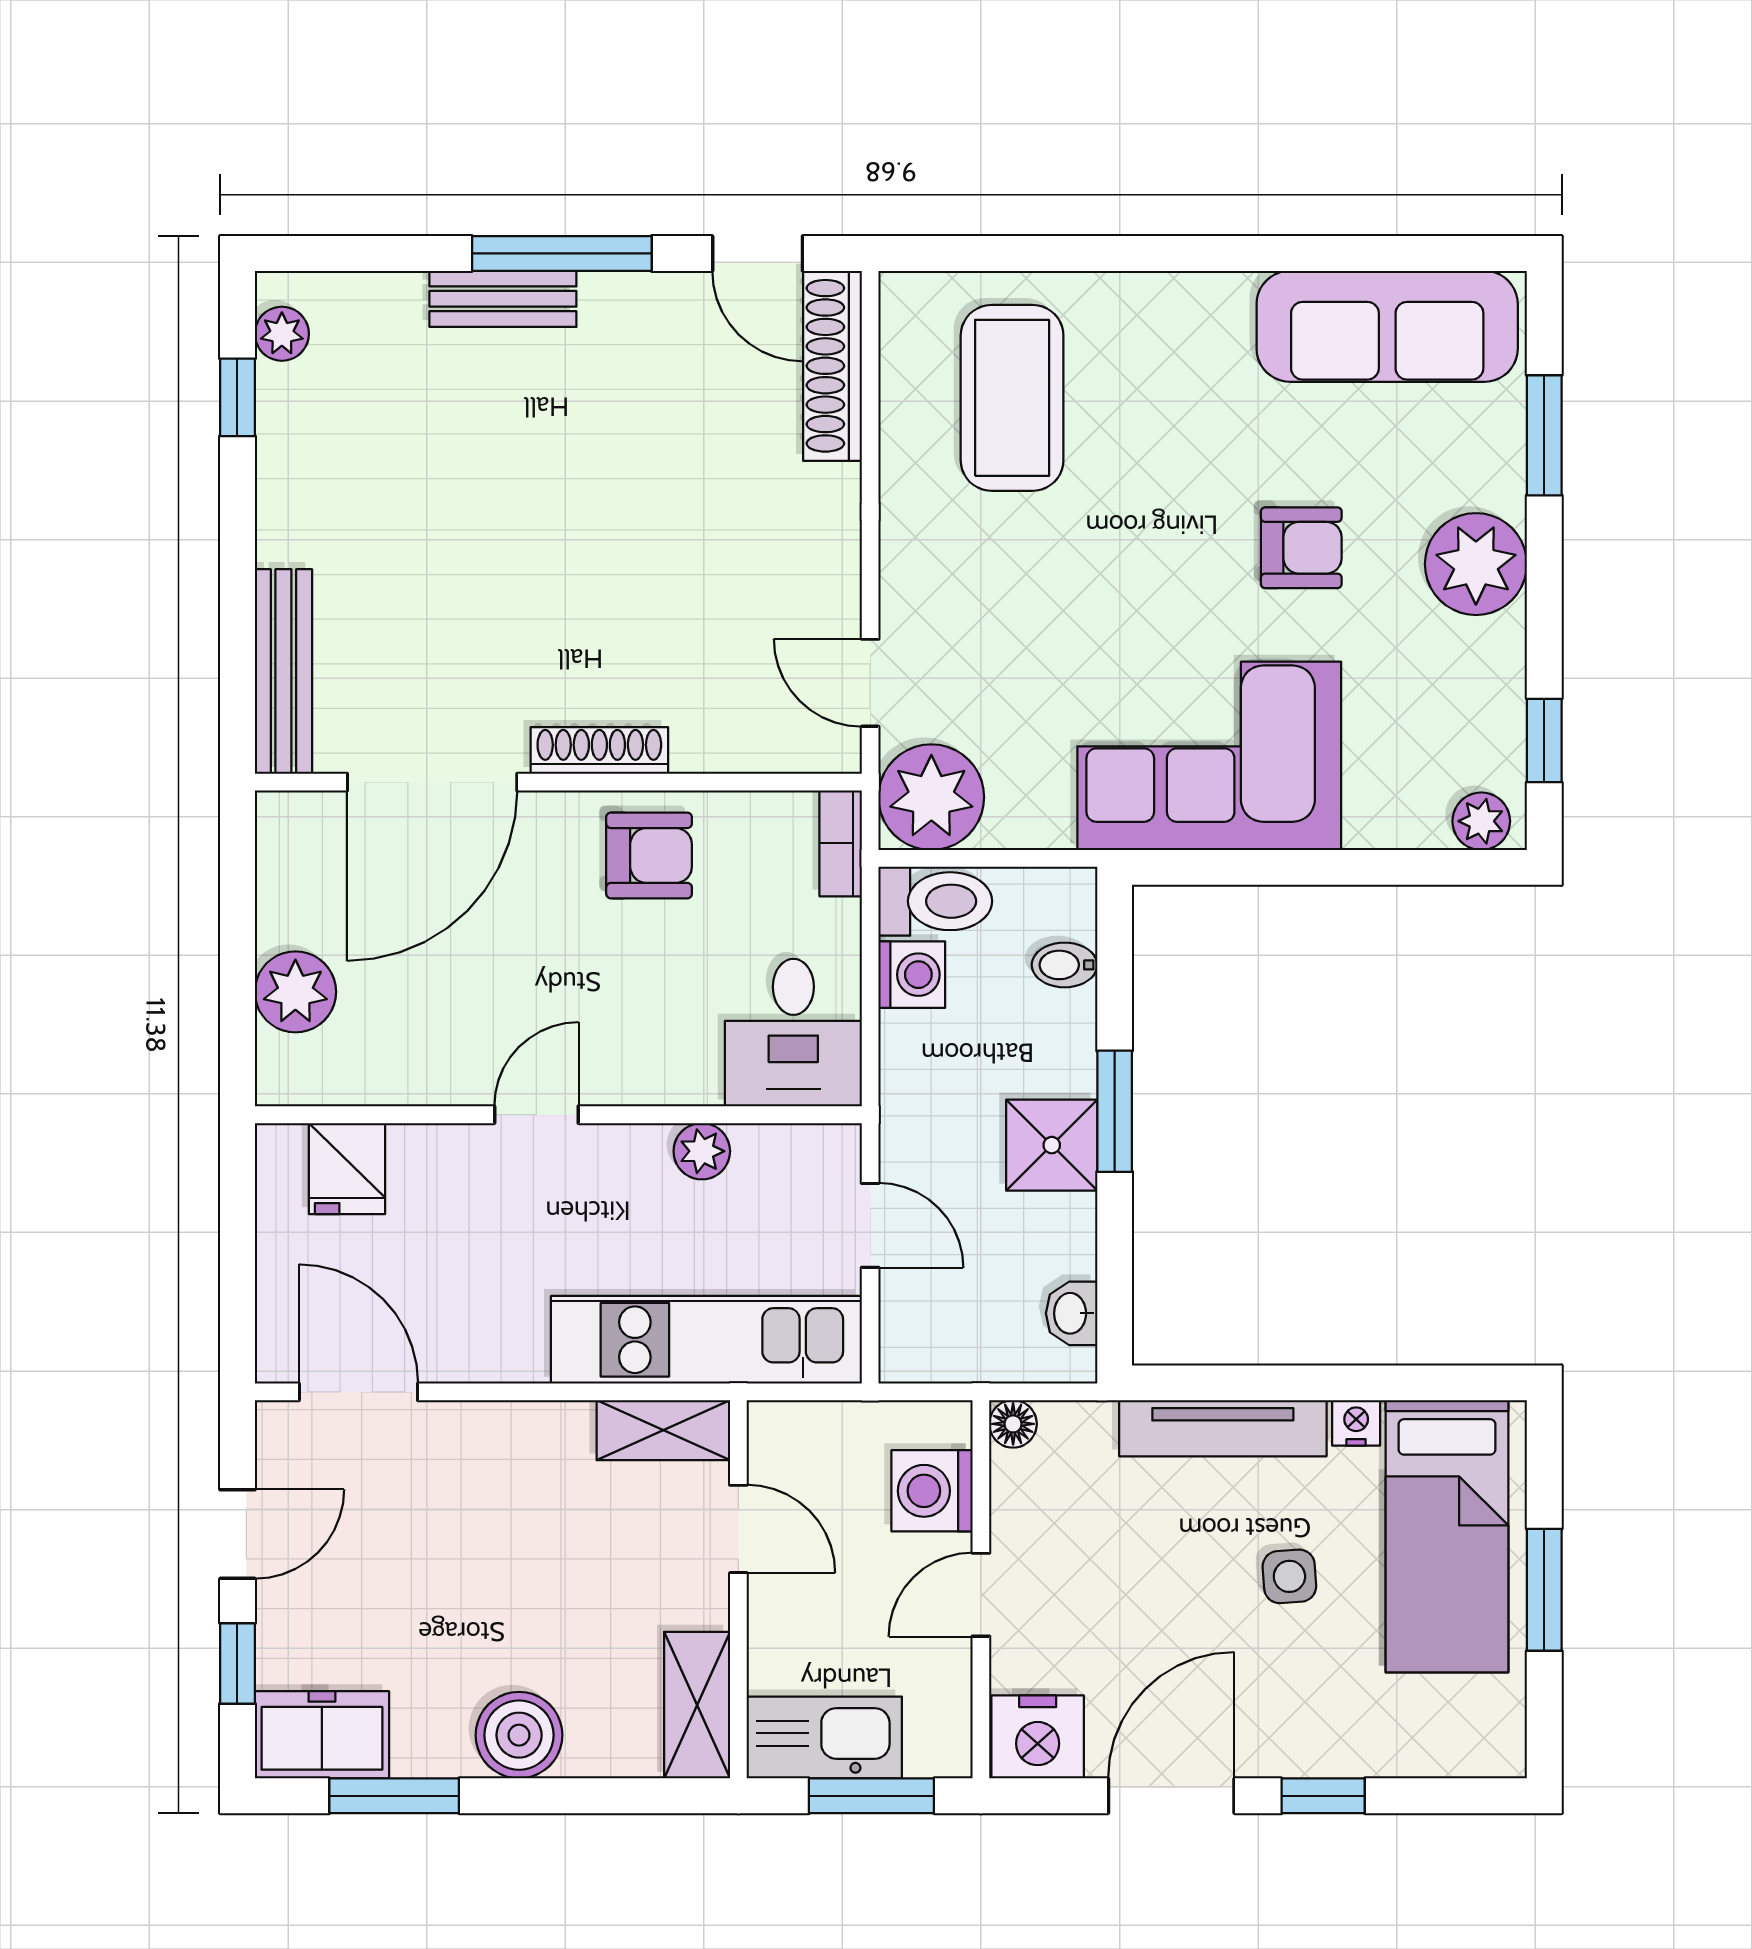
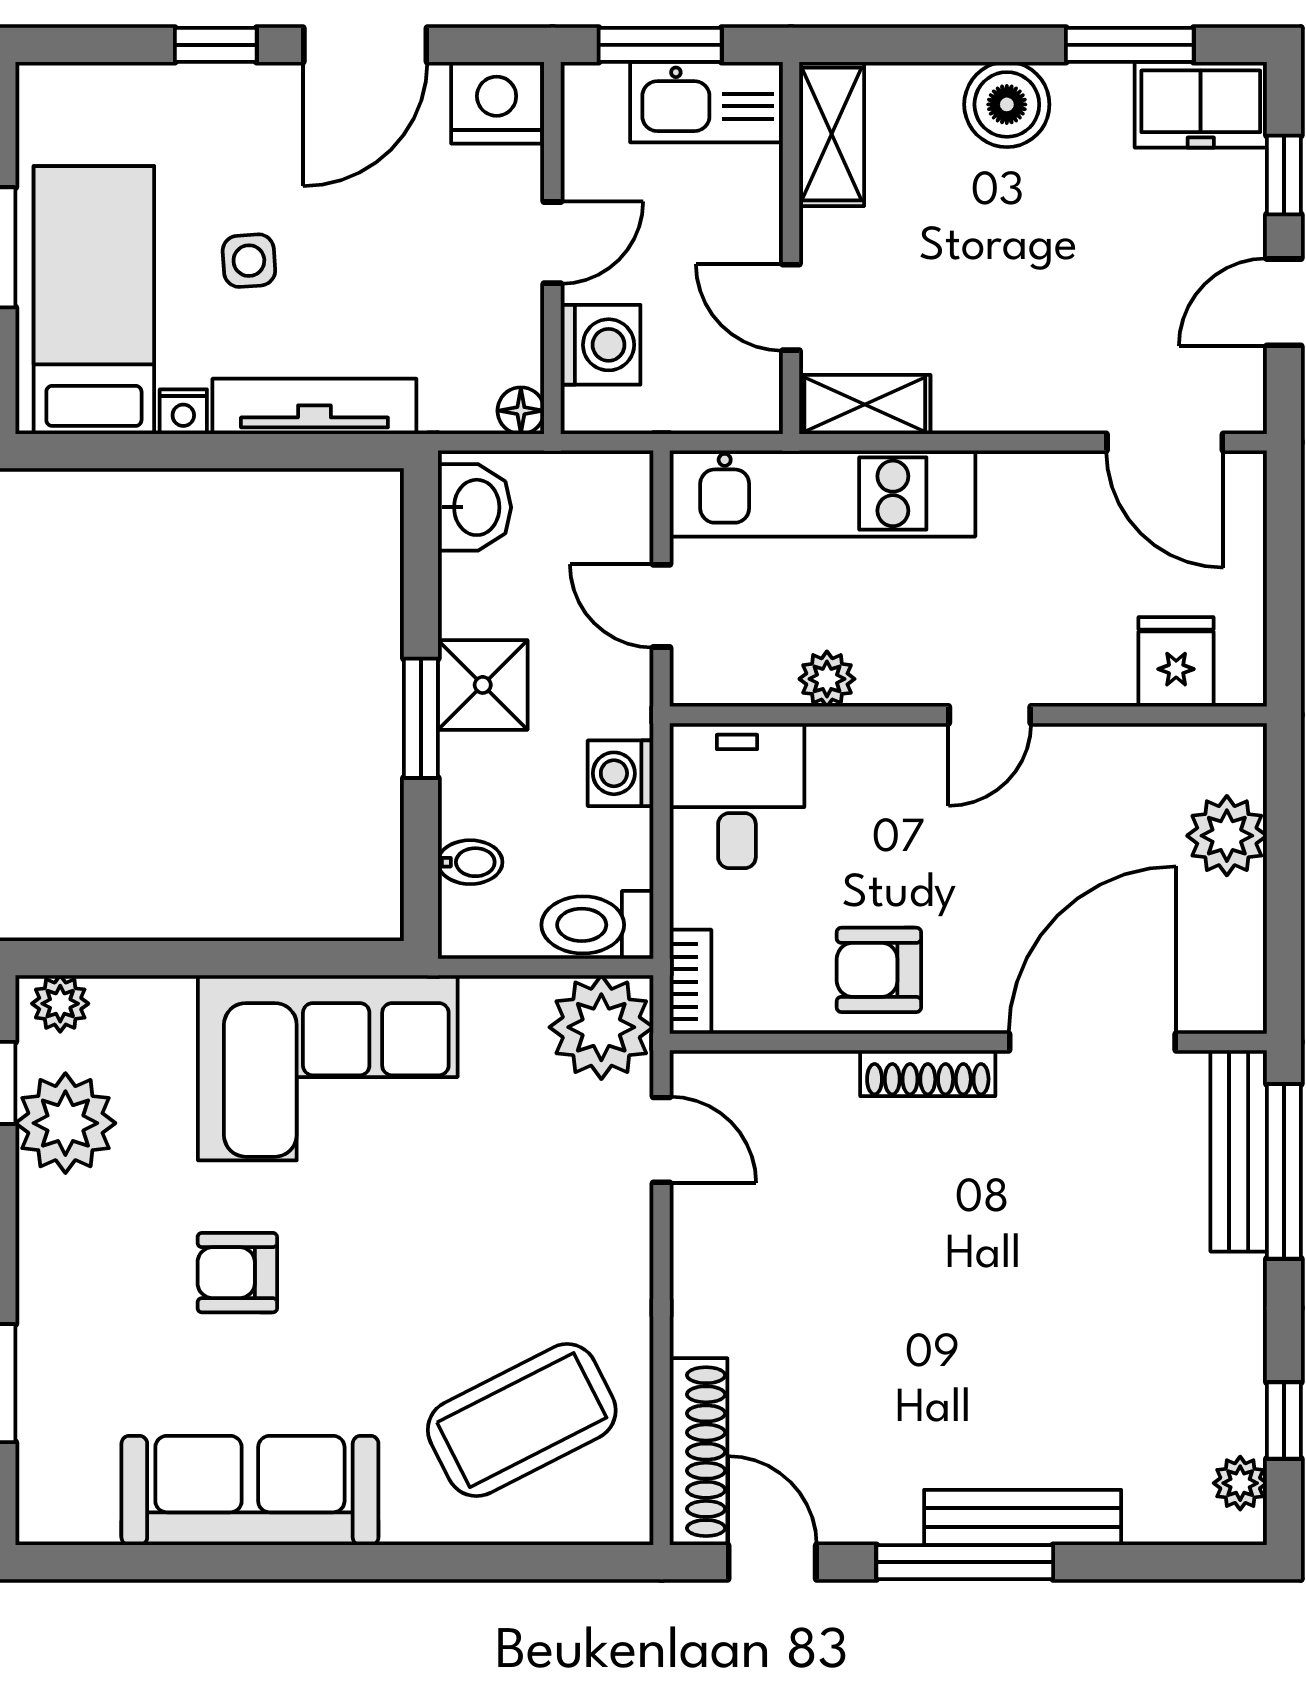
bench: (503, 299) -> (1023, 1517), width x1.36
sofa: (1387, 326) -> (250, 1490), moved
coffee table: (1012, 398) -> (522, 1420), turned 63
plant: (1476, 564) -> (65, 1123), moved
window: (237, 651) -> (1284, 1171), added
washing machine: (912, 975) -> (620, 773), moved
washbasin: (1072, 1313) -> (475, 507), width x1.38, depth x1.45

